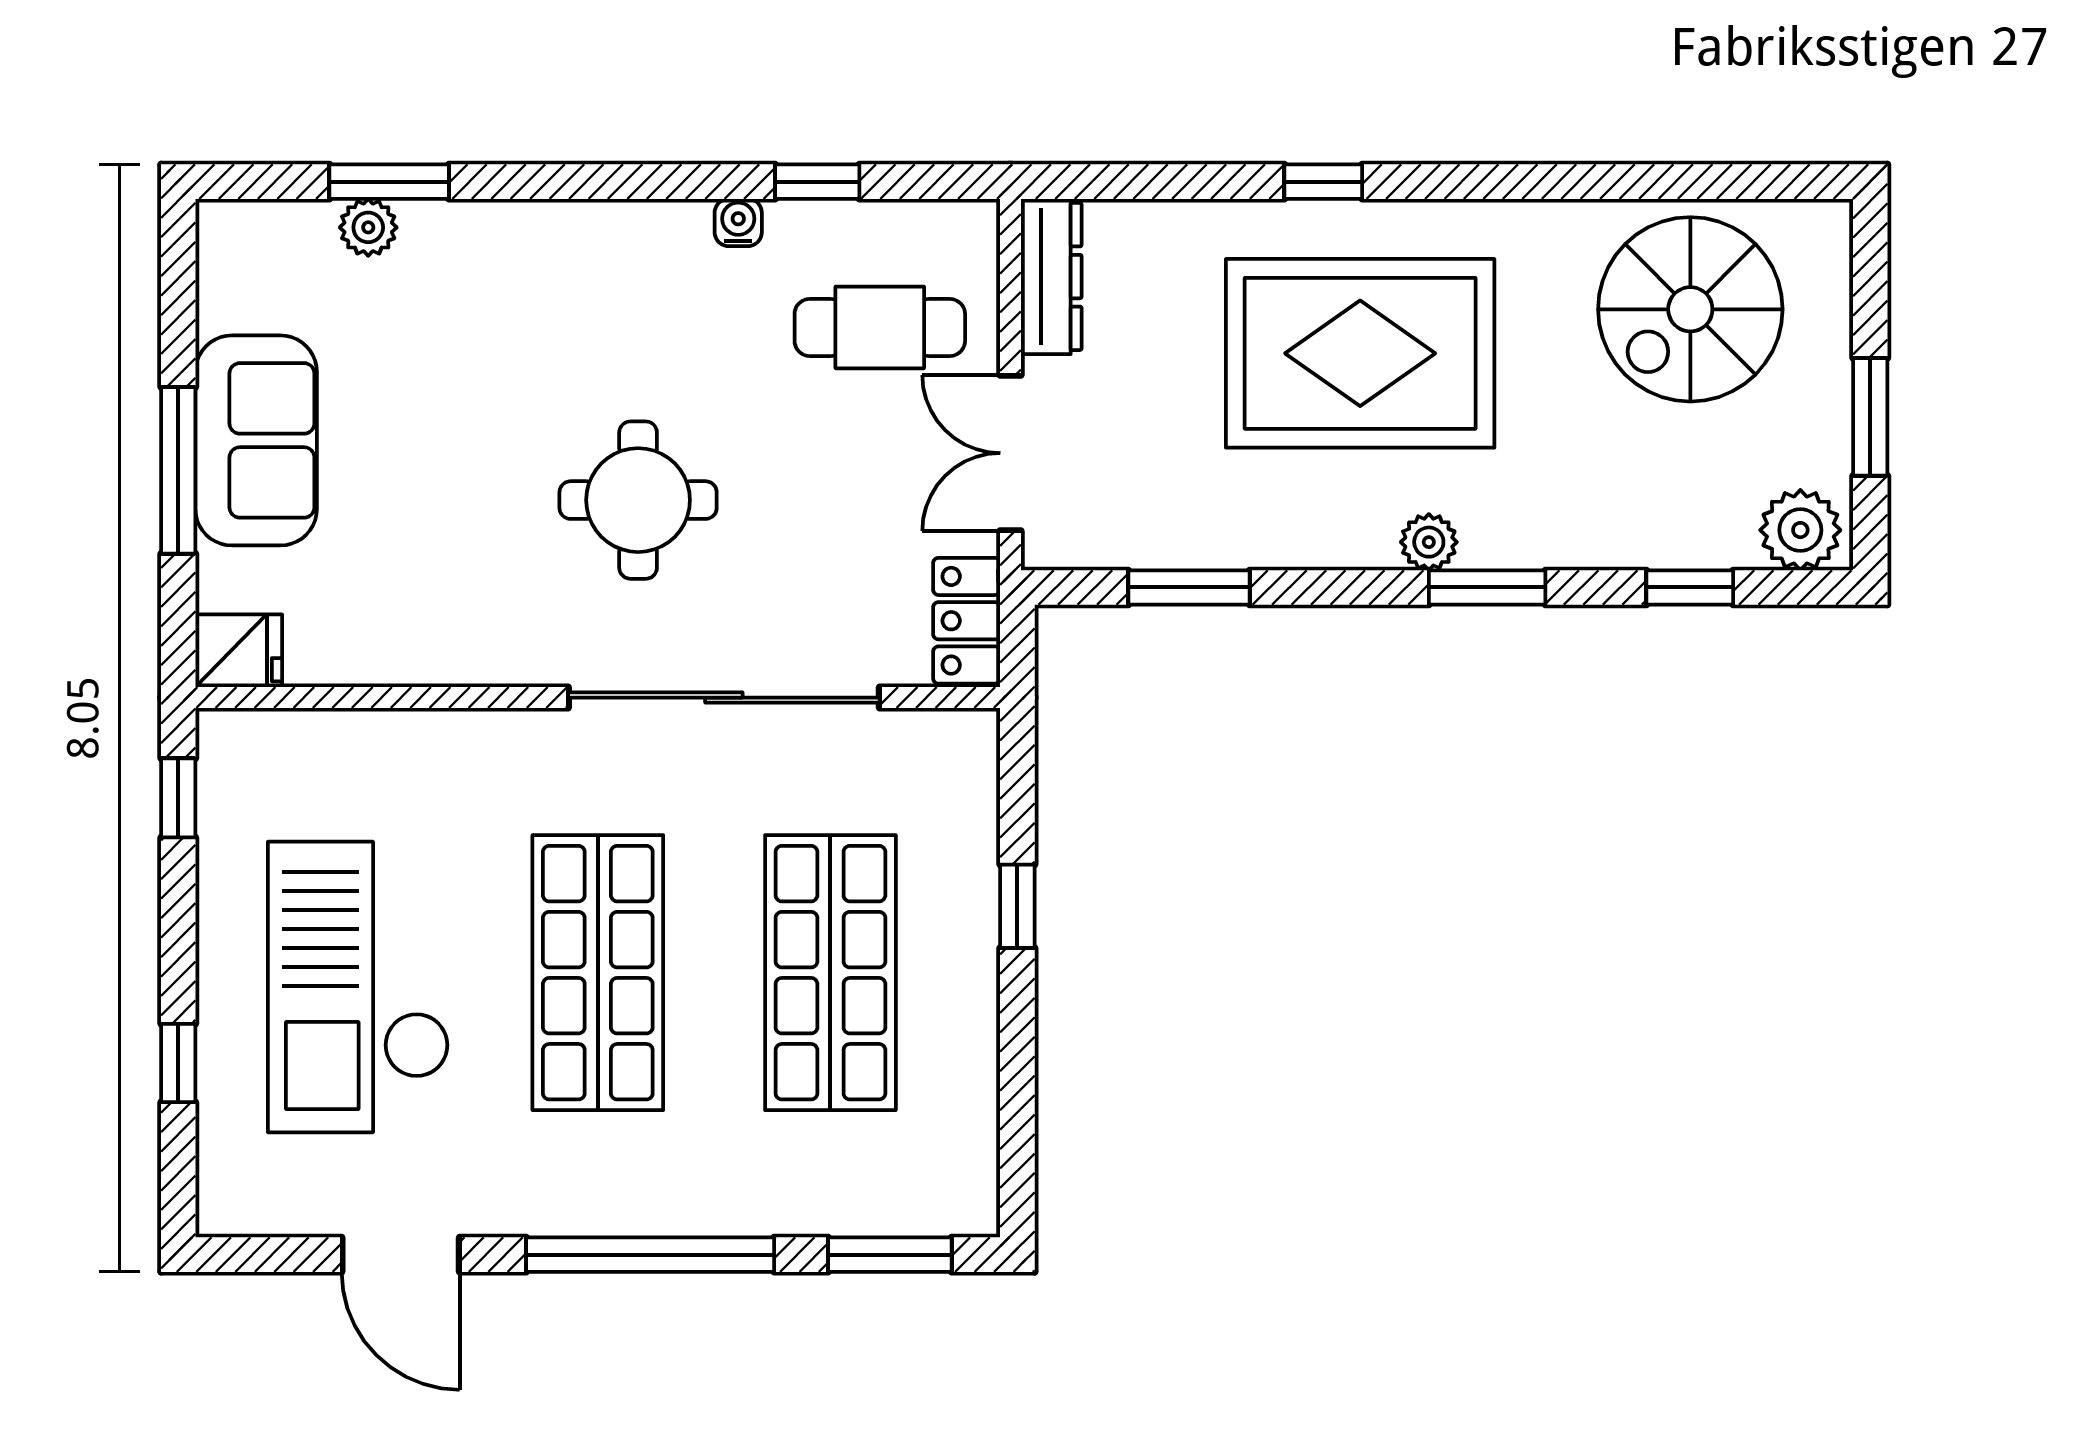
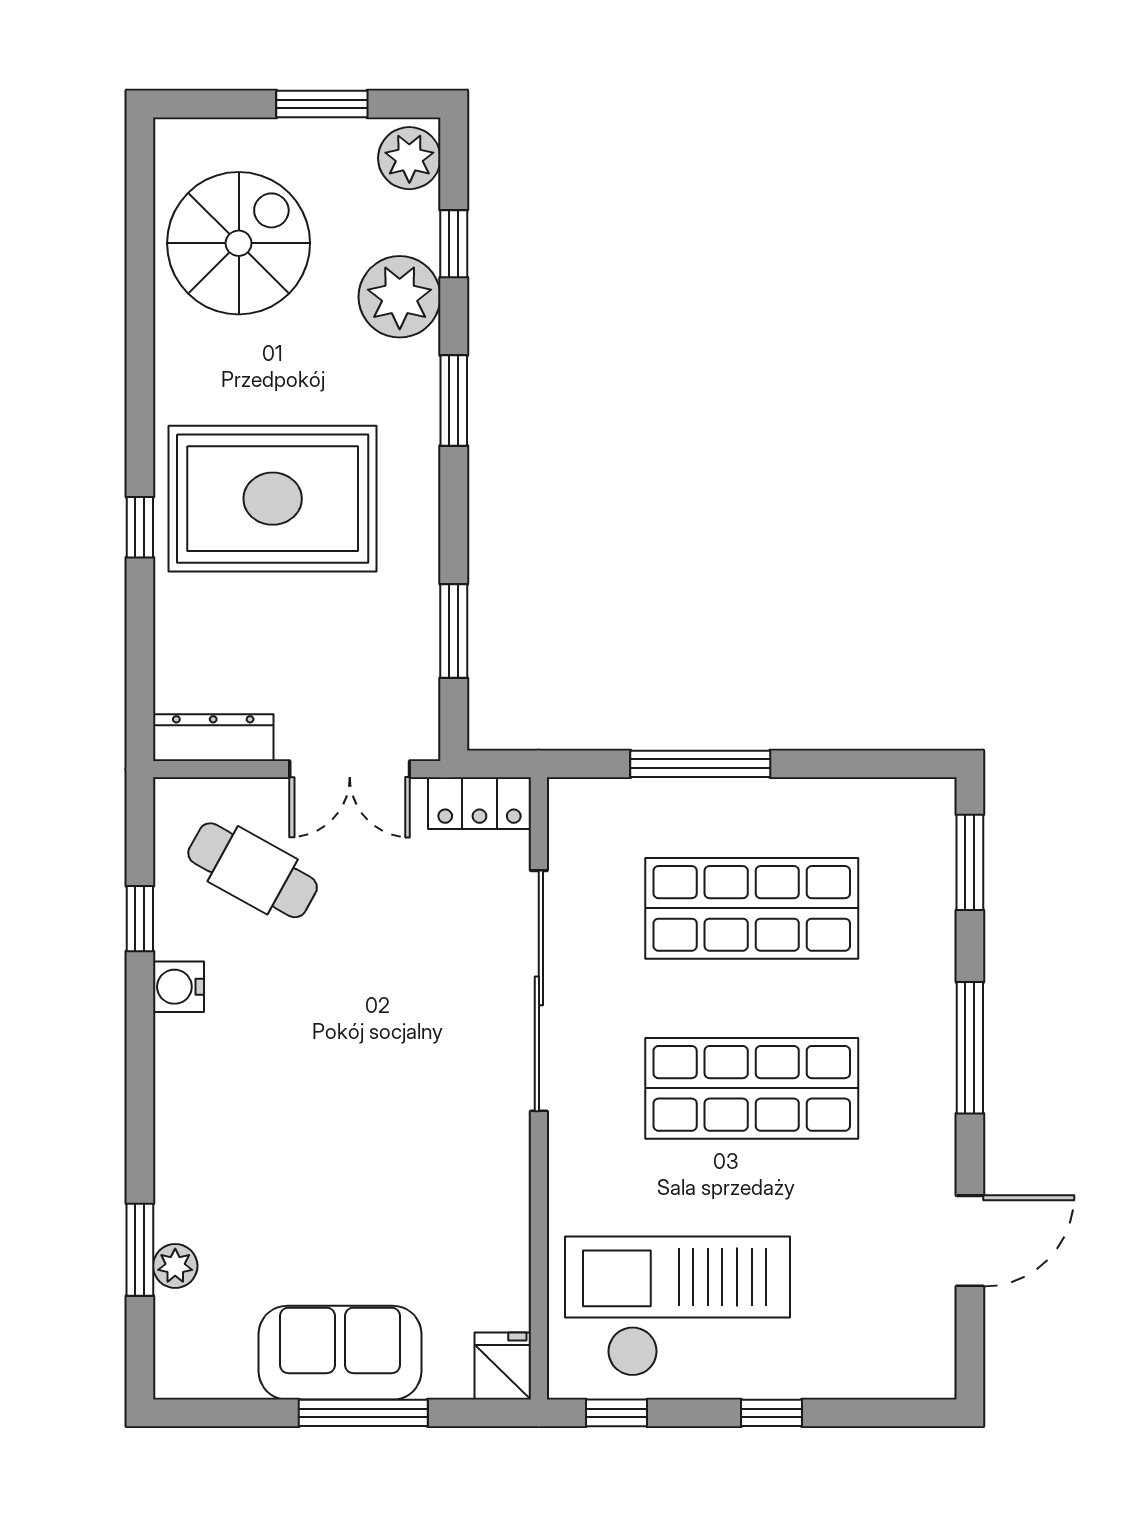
water cooler: (738, 223) -> (178, 987), width x1.38, depth x1.38
spiral stairs: (1690, 309) -> (239, 243), turned -90
cafe table: (880, 327) -> (253, 870), turned -61
rug: (1360, 353) -> (273, 499), turned 90
round table: (638, 500) -> (386, 1057), removed
plant: (1429, 542) -> (400, 297), moved, width x1.87, depth x1.87
window: (1017, 906) -> (700, 764), width x2.17
checkout: (359, 987) -> (677, 1306), moved, turned 180
window: (178, 1063) -> (772, 1413), moved
window: (650, 1255) -> (970, 1048), width x0.68

